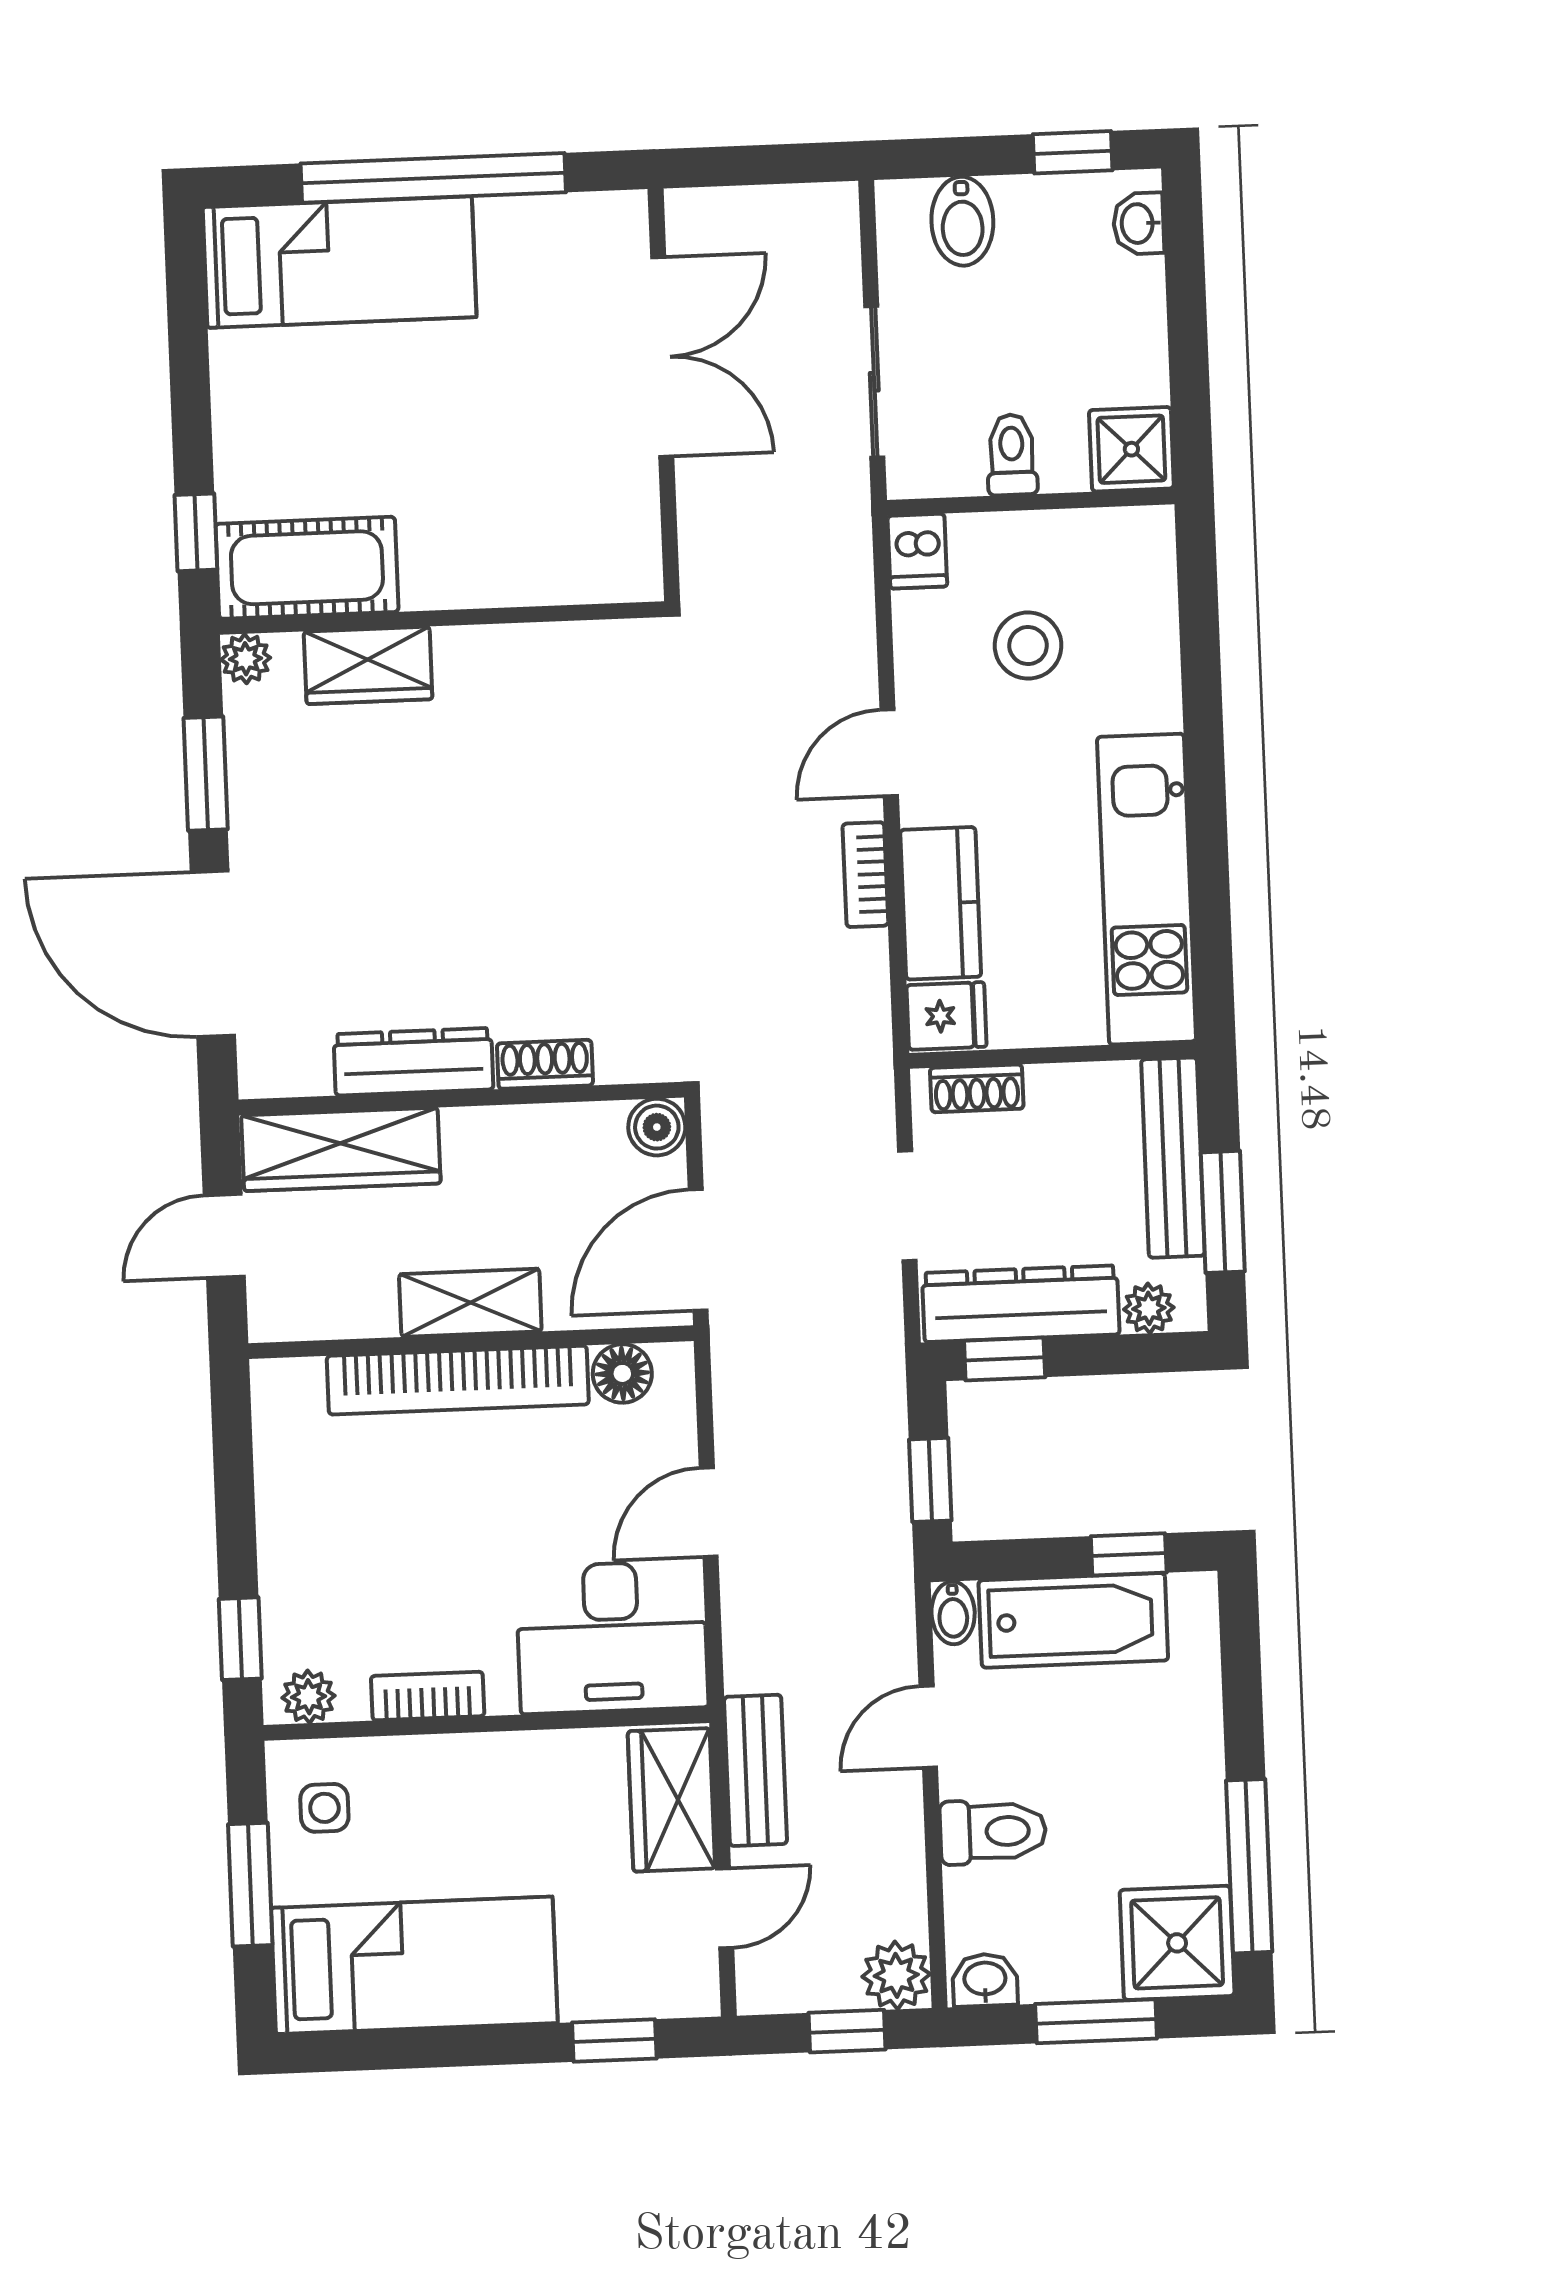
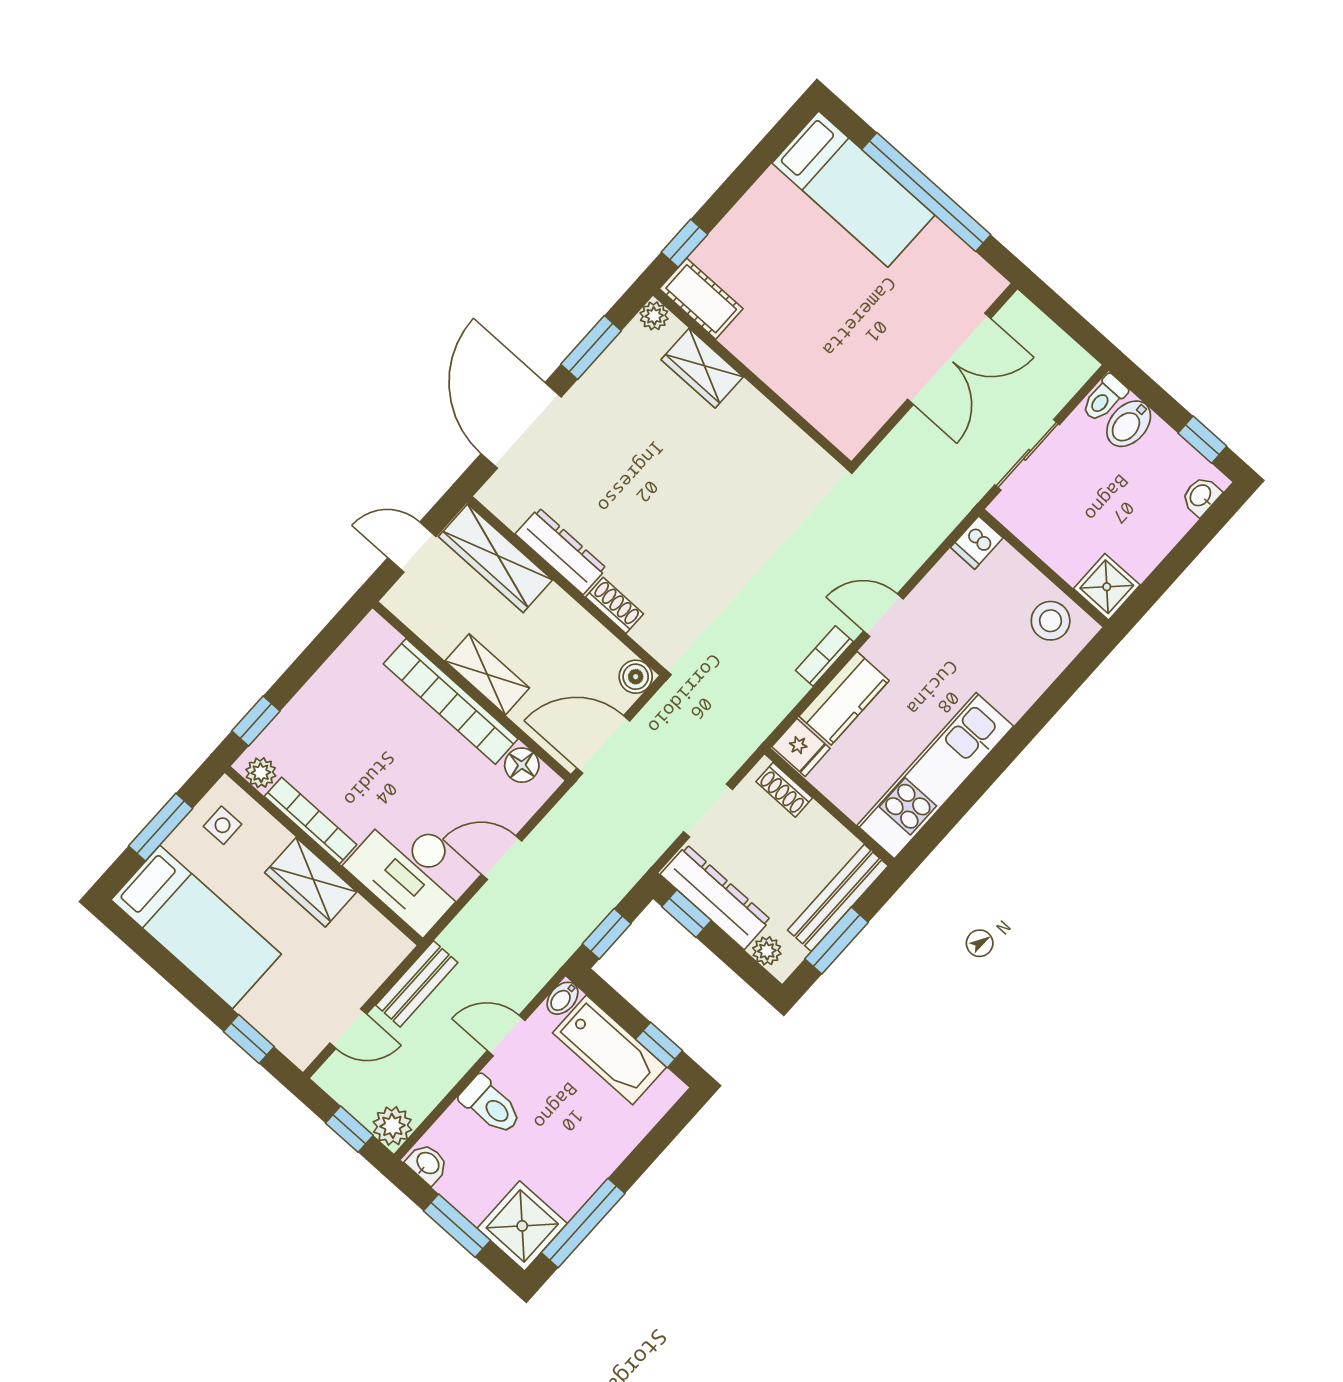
toilet: (1012, 455) -> (1104, 398), moved, turned 180
cot: (307, 568) -> (701, 299), width x0.73, depth x0.75
stool: (1028, 646) -> (1051, 621), moved
bookcase: (428, 1696) -> (311, 820), width x1.56
wardrobe: (671, 1800) -> (311, 882), moved, turned -90

